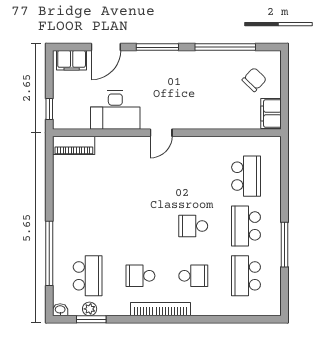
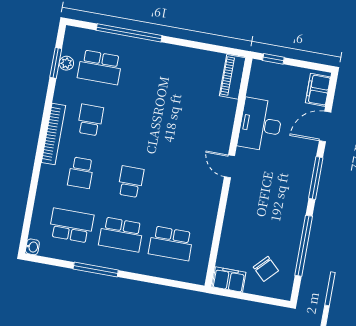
door: (106, 47) -> (325, 127), hinge flipped
school desk: (246, 226) -> (121, 234), turned 180
washbasin: (60, 310) -> (32, 247), moved

